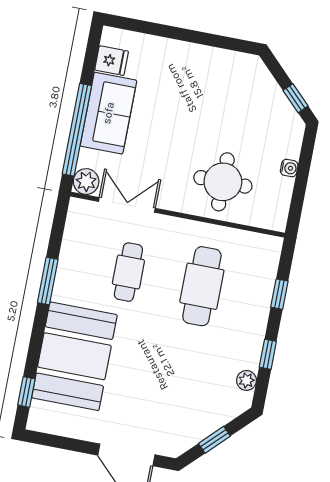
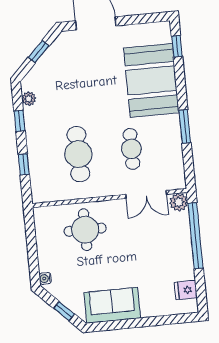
window: (296, 98) -> (64, 311), moved
sofa: (108, 113) -> (112, 305), moved, turned 90
water cooler: (289, 168) -> (45, 278), moved

